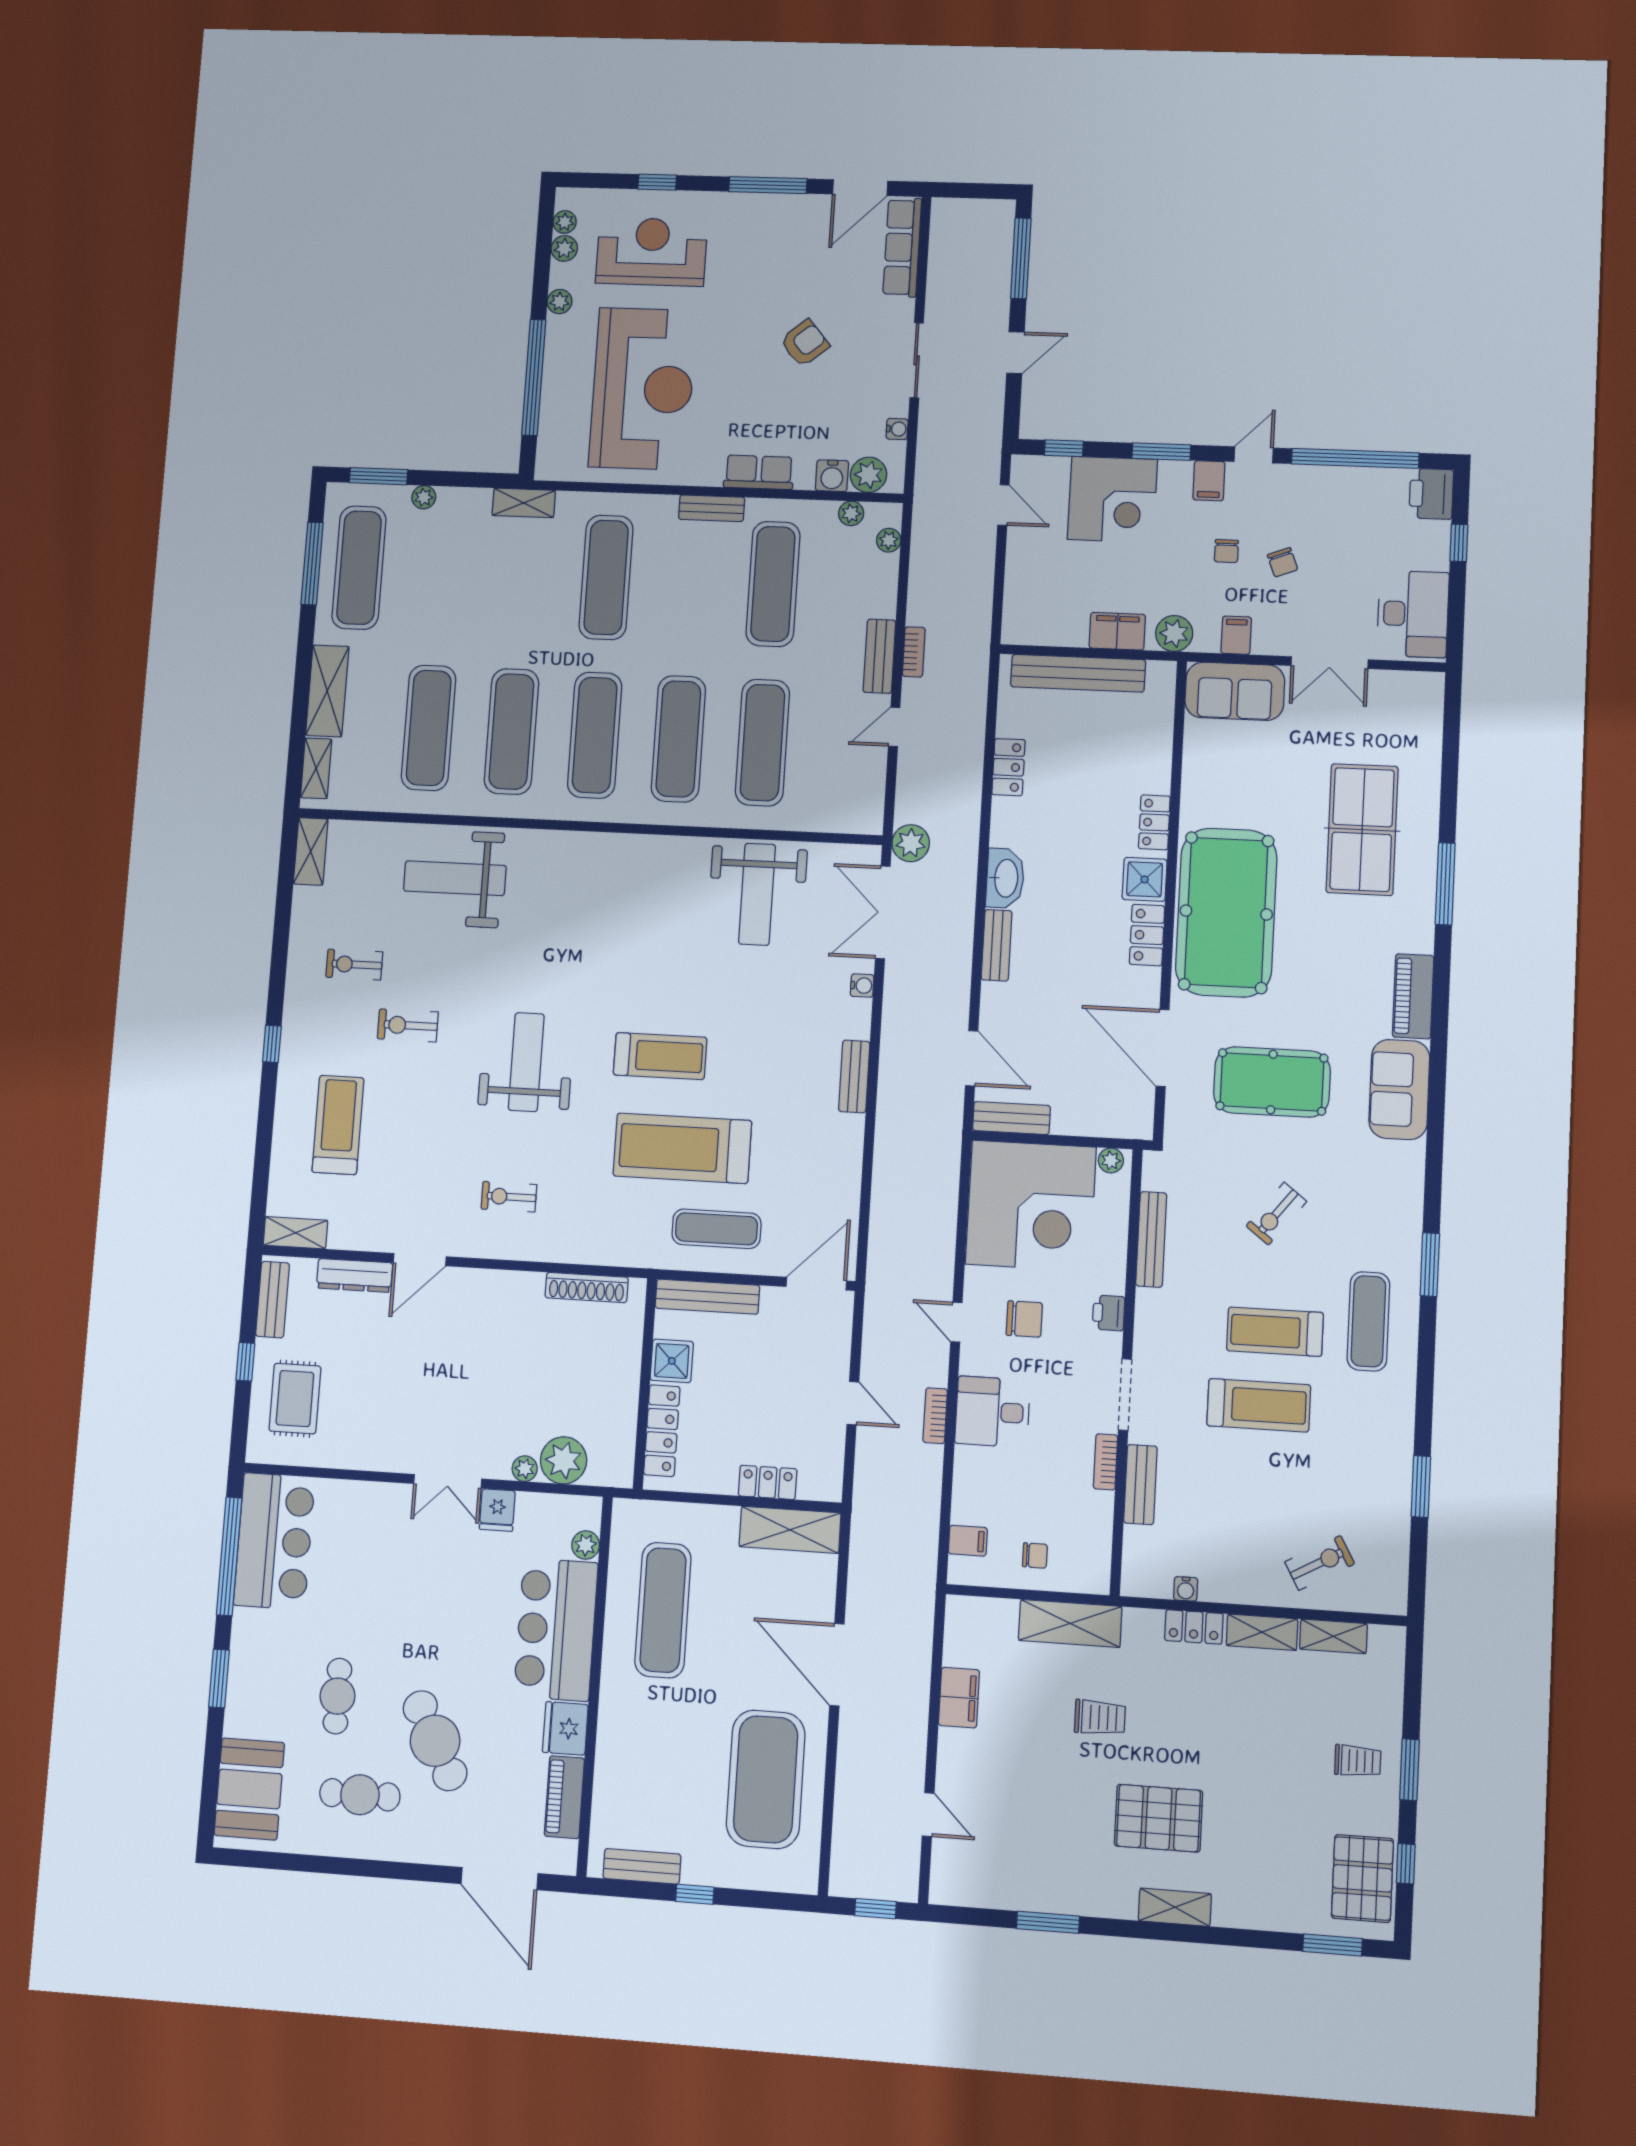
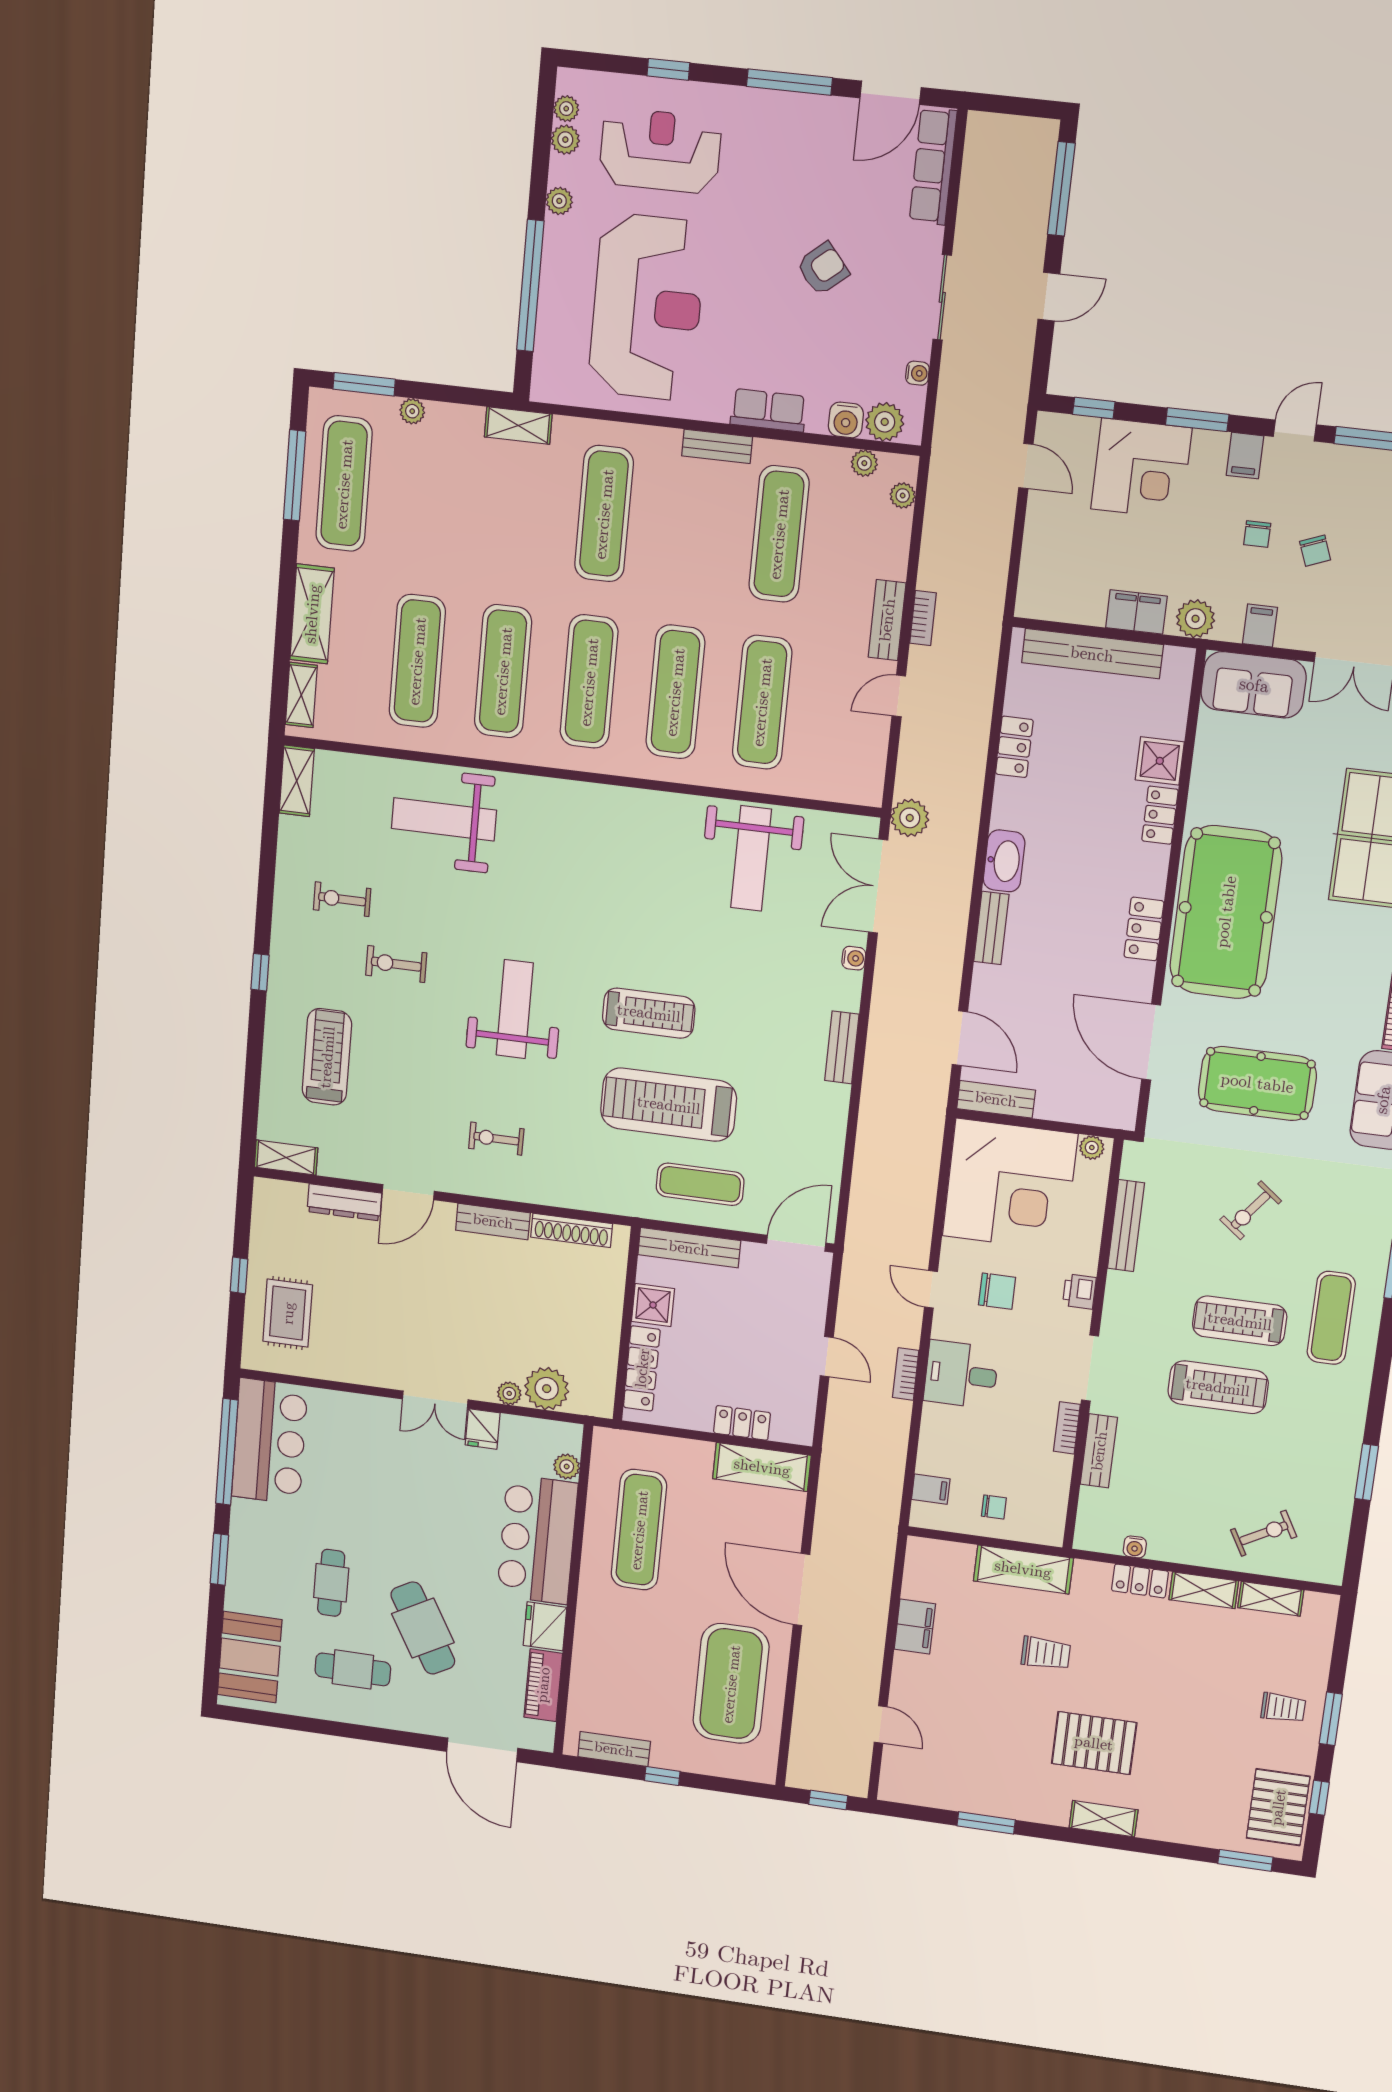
shower: (1145, 879) -> (1160, 761), moved
bench: (273, 1300) -> (493, 1221), moved, turned 90

